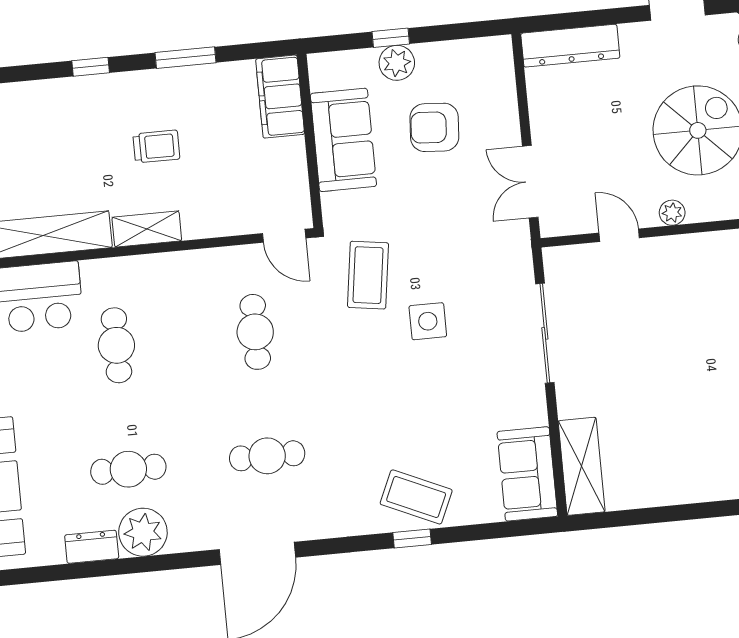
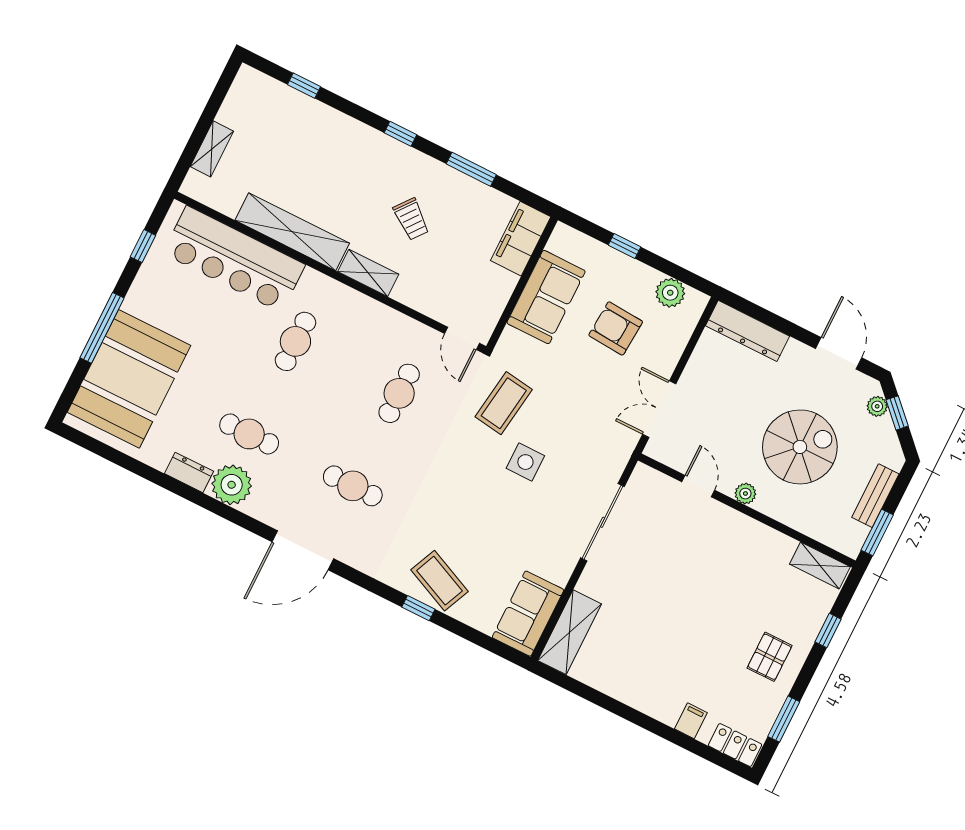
plant: (397, 63) -> (670, 293), moved
trolley: (156, 147) -> (411, 219), turned 38

